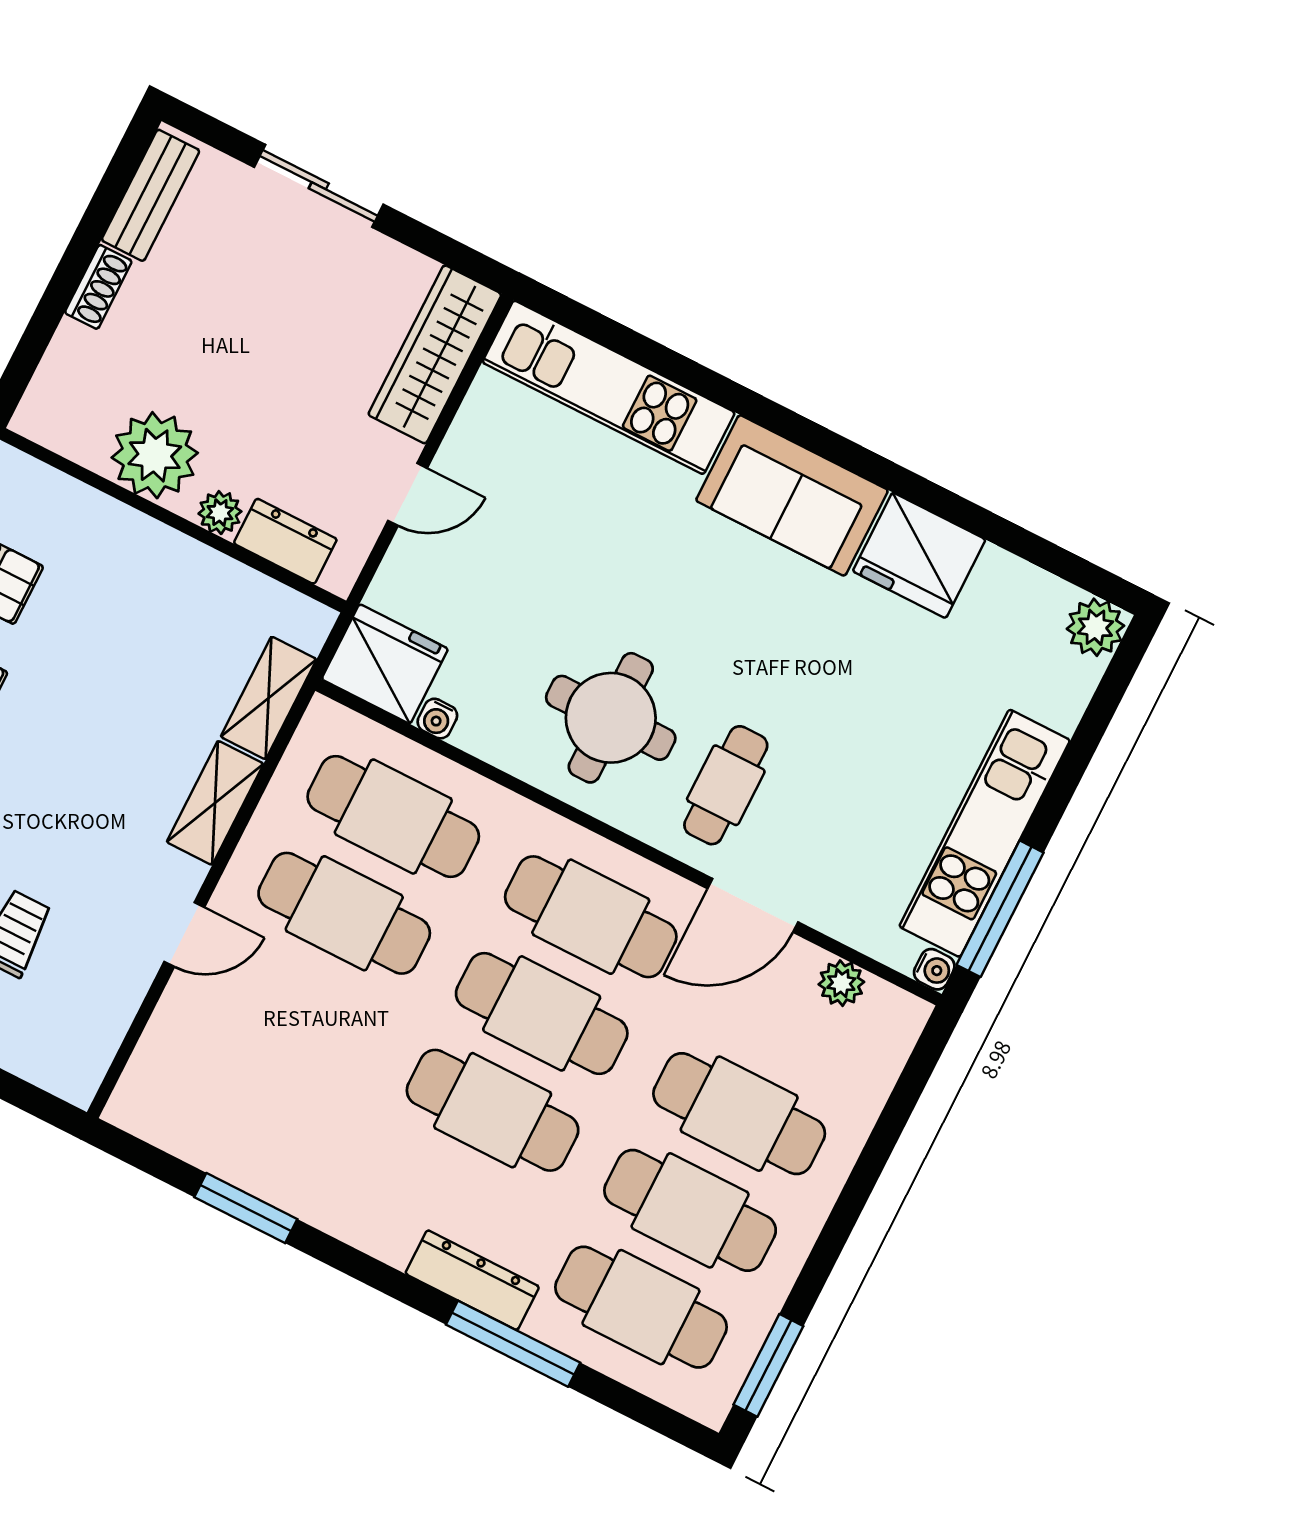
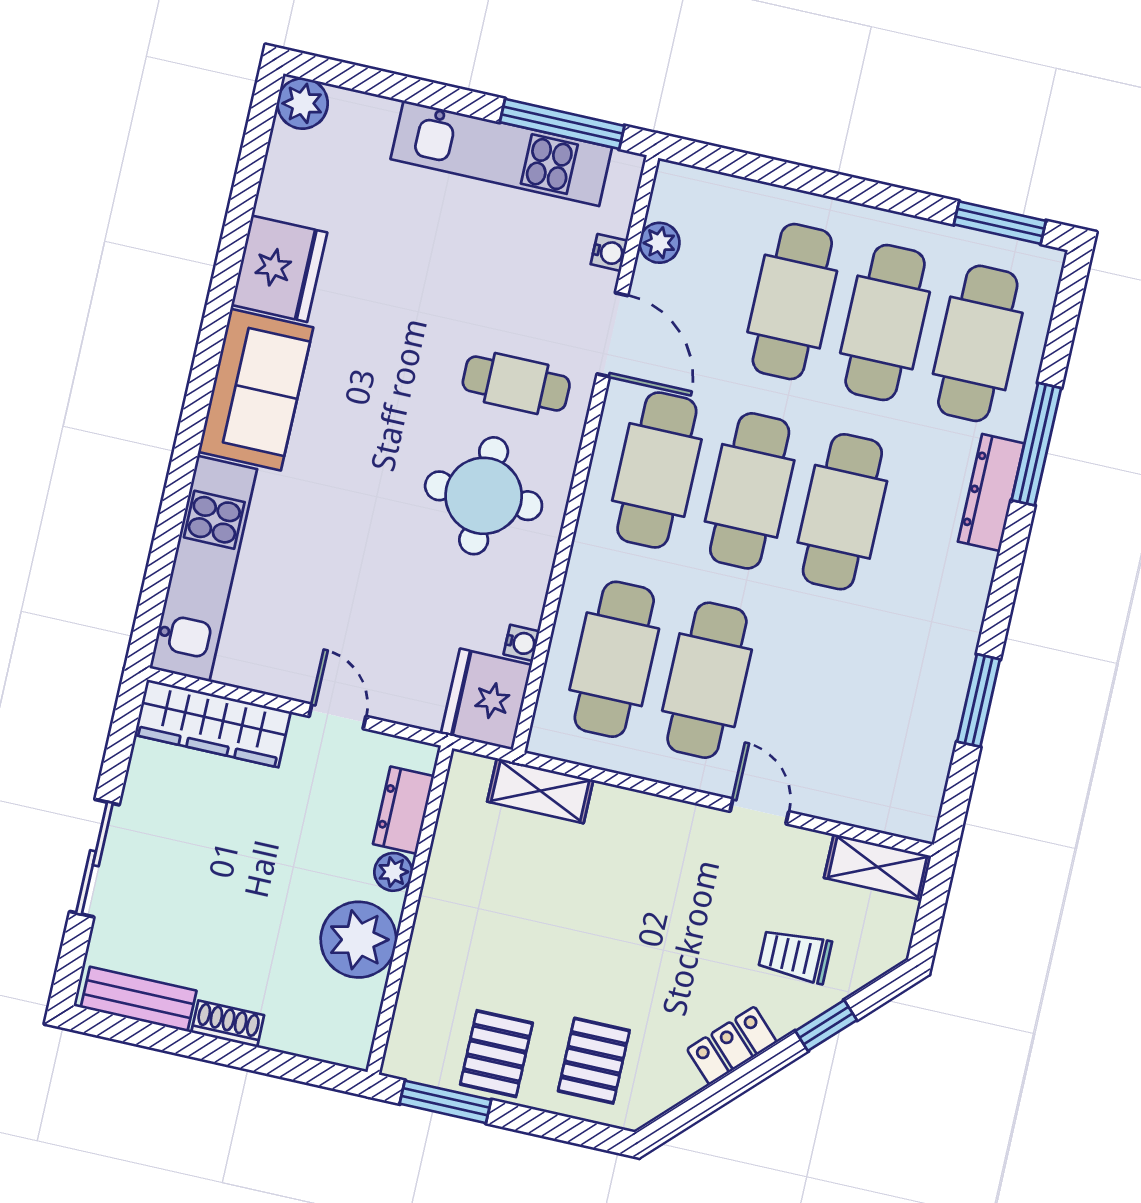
shelving: (215, 803) -> (878, 867), moved
water cooler: (934, 969) -> (609, 252), moved, turned 90

